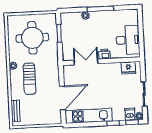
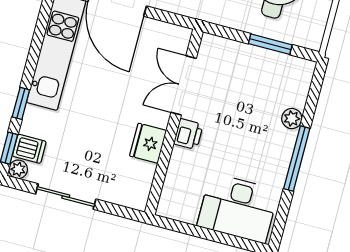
desk: (128, 40) -> (238, 208), moved
double door: (86, 62) -> (184, 85), swing flipped
fridge: (128, 68) -> (148, 143), moved

